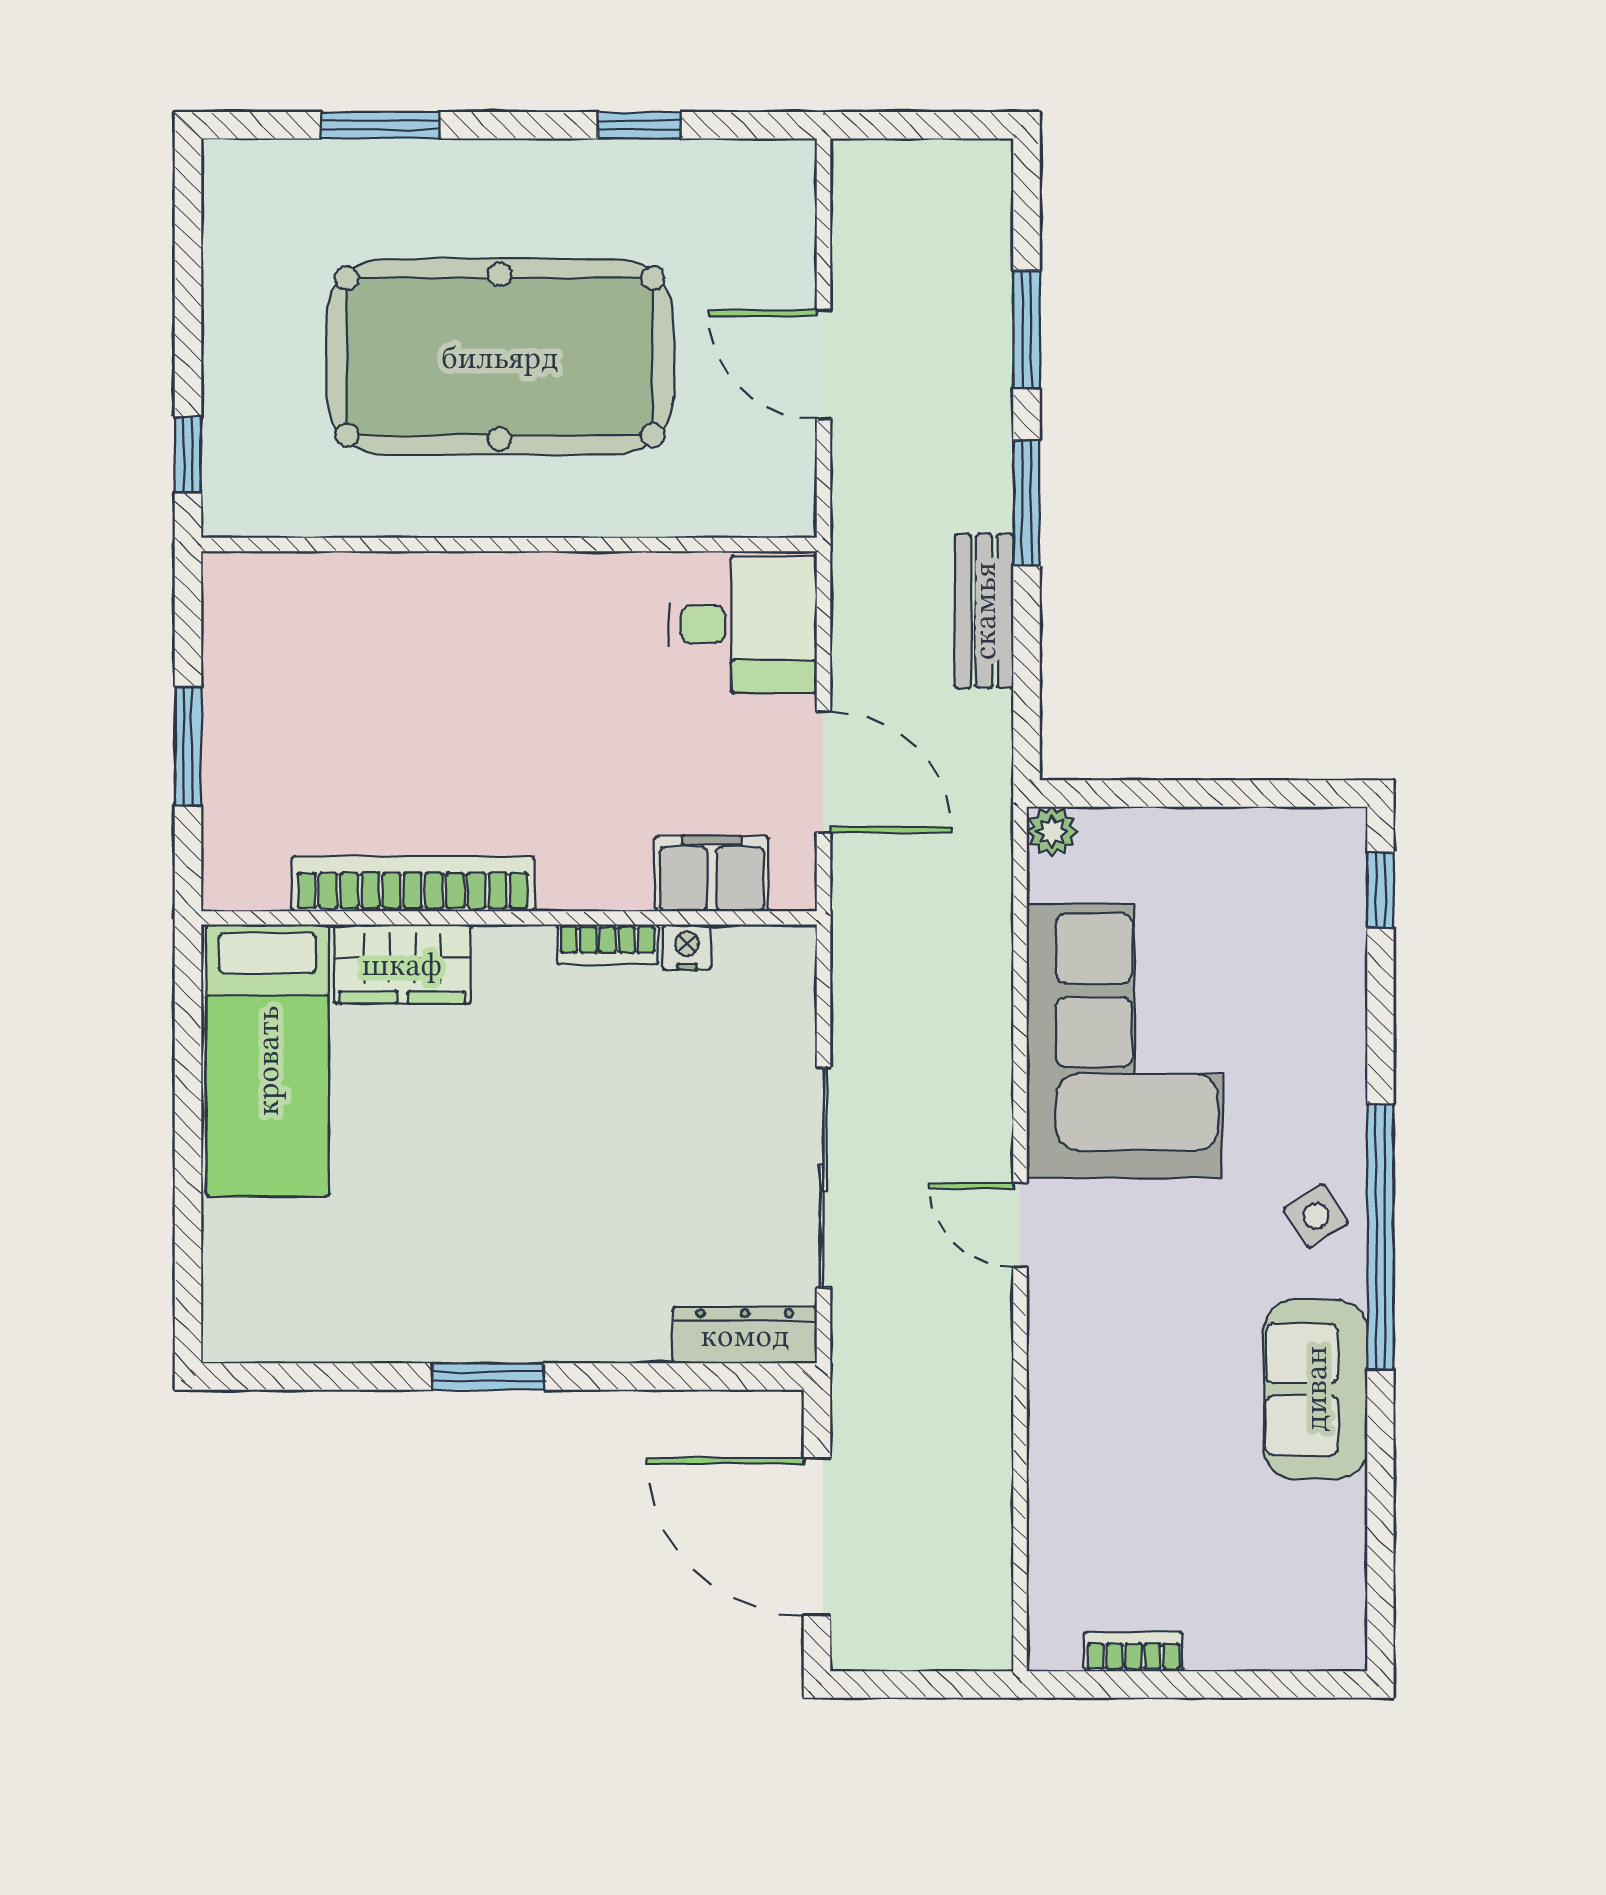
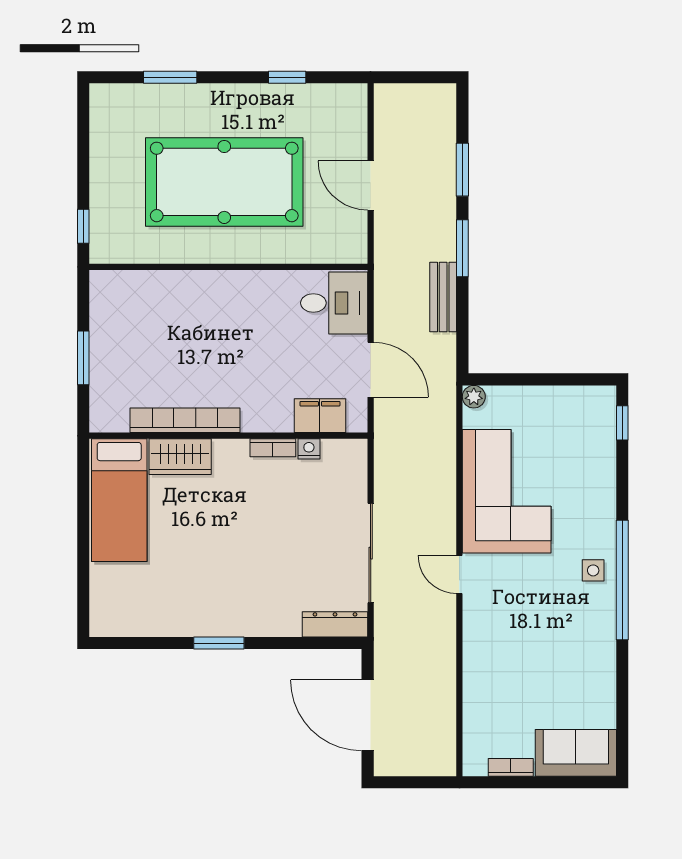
side table: (1316, 1216) -> (593, 570), turned 33
sofa: (1315, 1389) -> (576, 753), moved, turned 90

